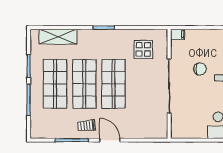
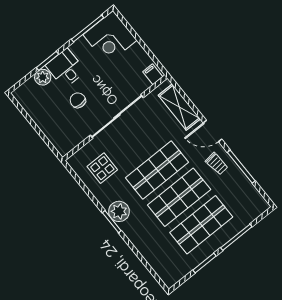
filing cabinet: (178, 34) -> (153, 74), moved
shelving: (58, 37) -> (179, 107), moved
plant: (107, 38) -> (119, 211), added
door: (110, 140) -> (212, 131), hinge flipped

